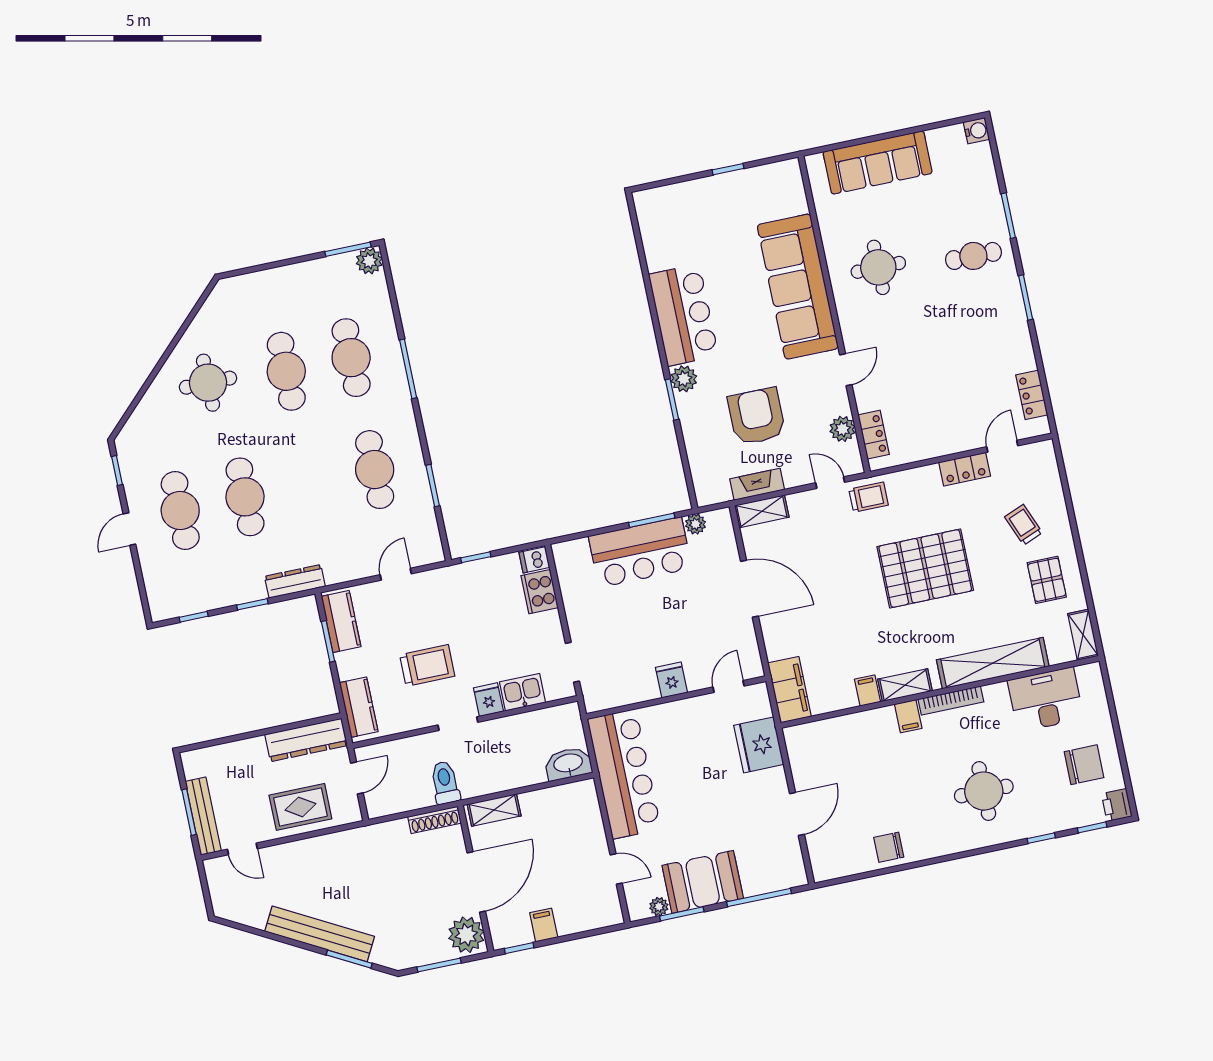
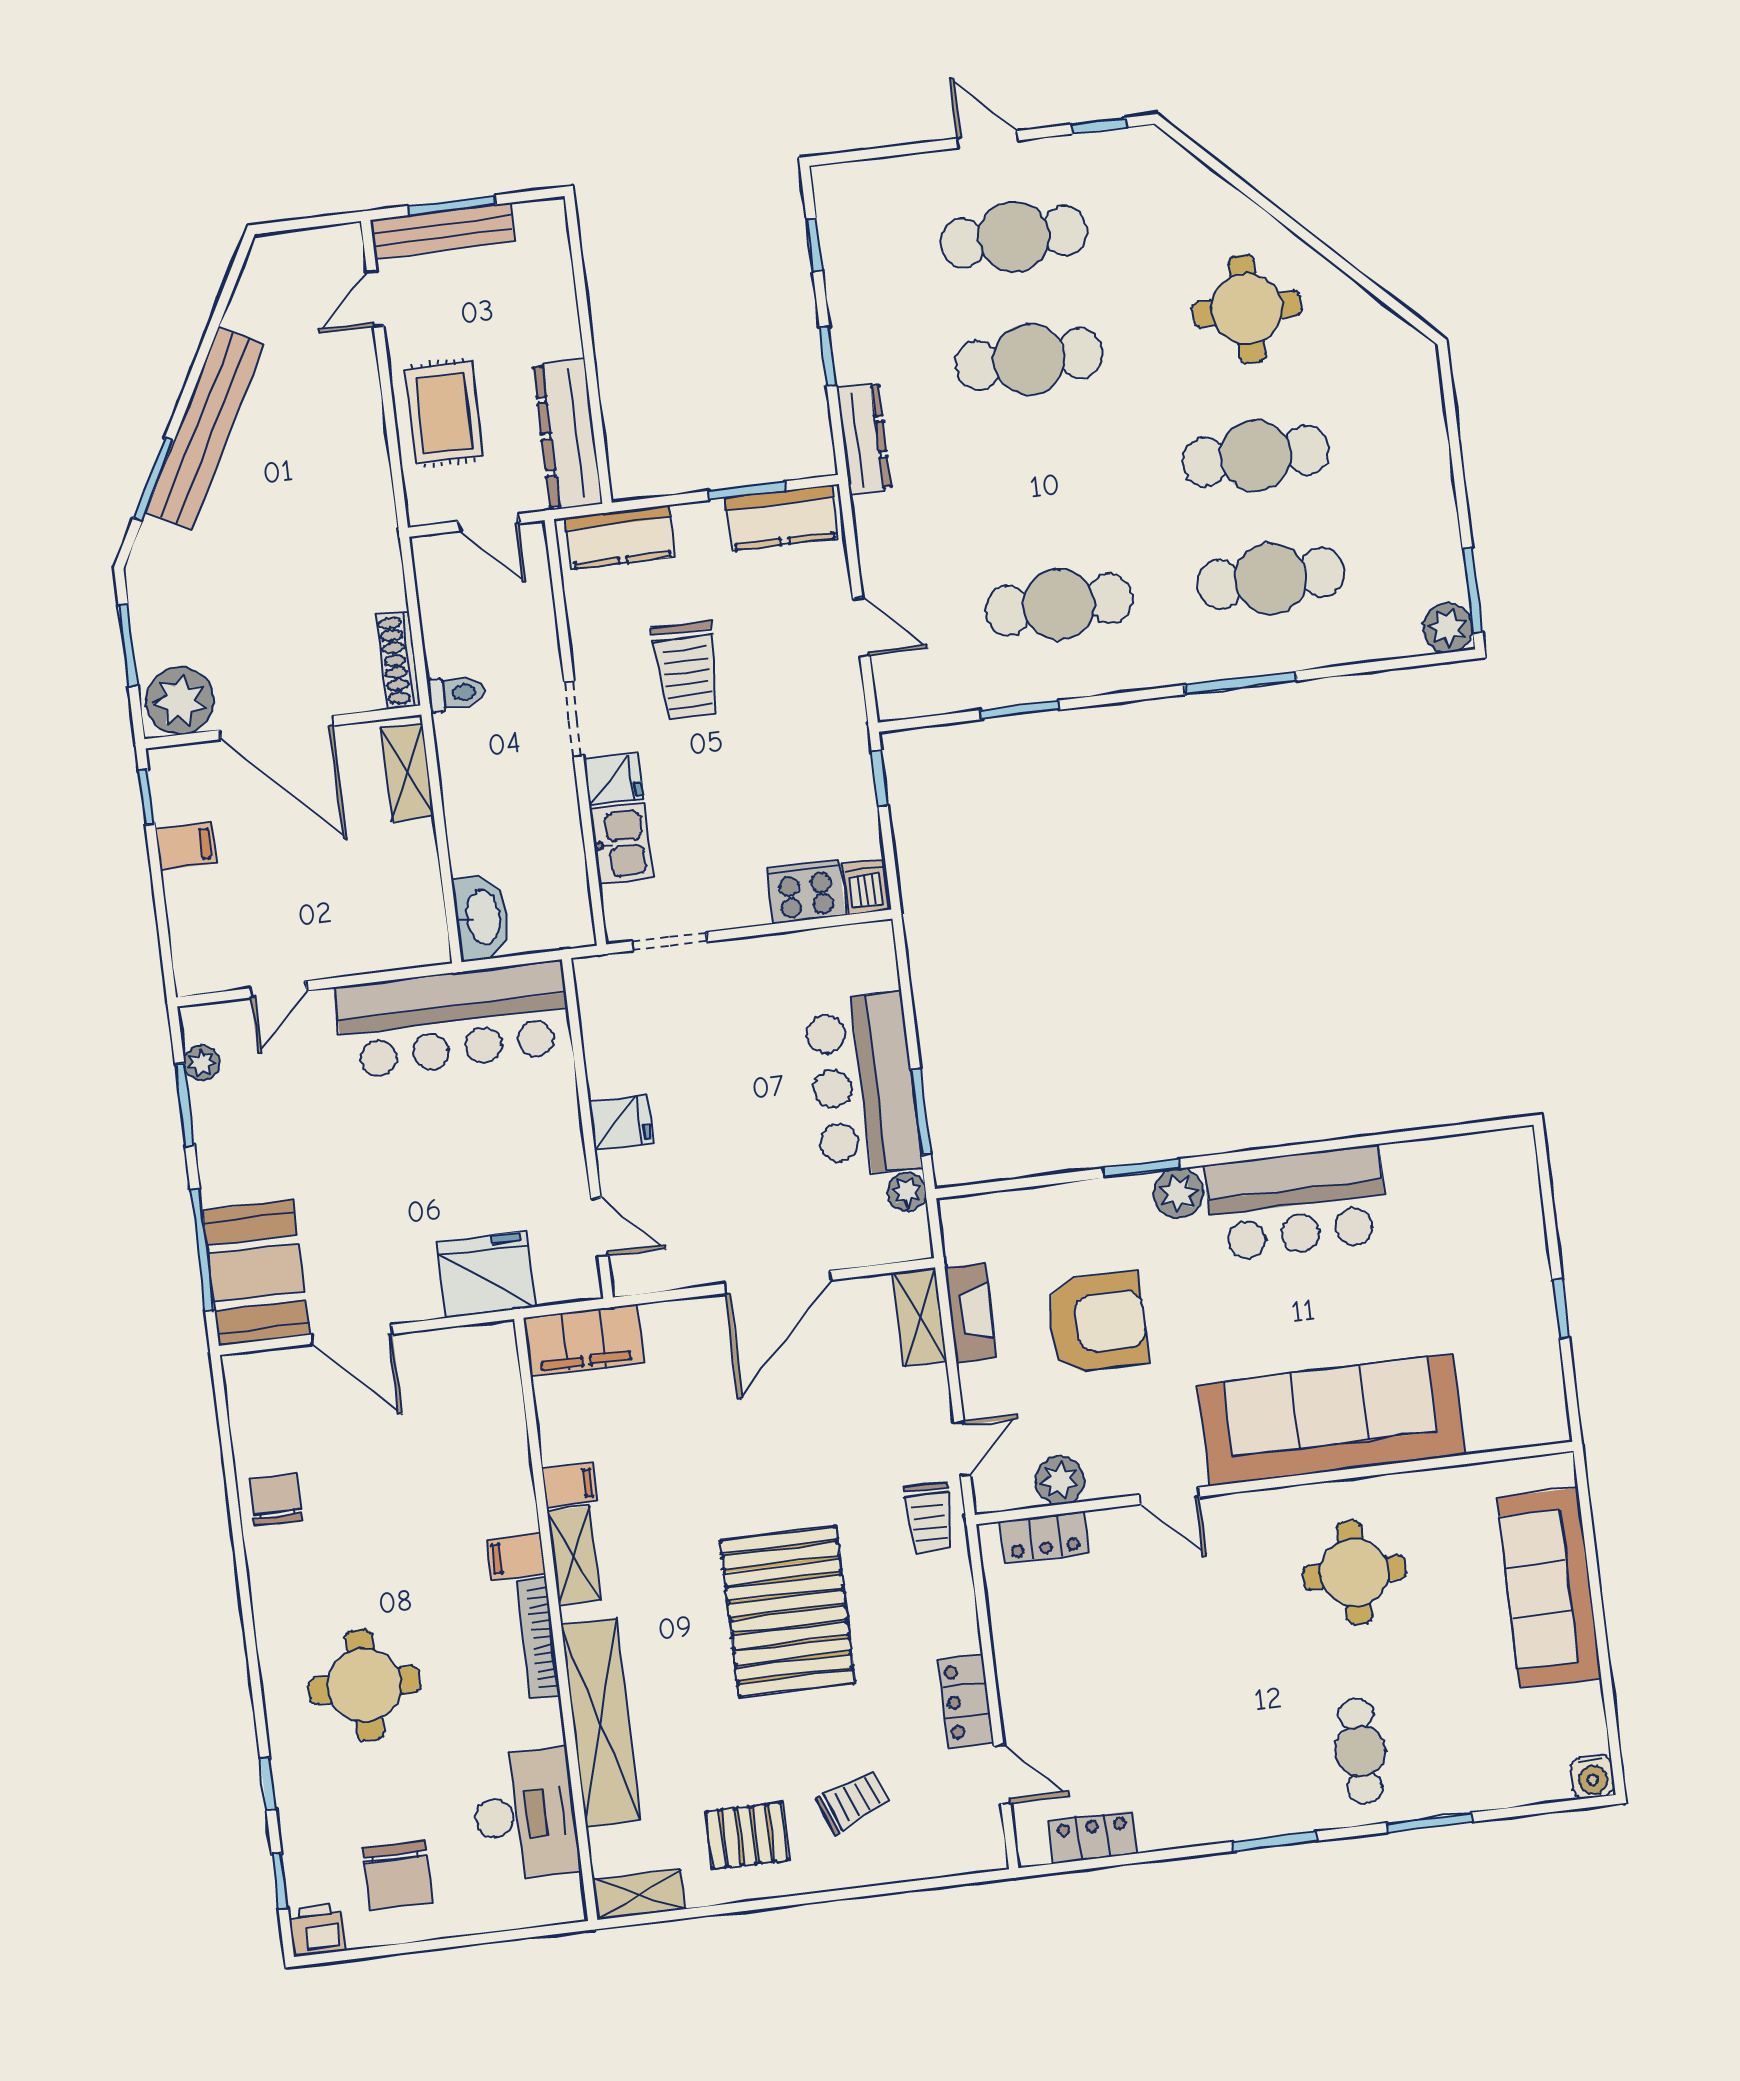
toilet: (445, 783) -> (456, 693), width x0.73, depth x0.72
booth: (703, 882) -> (256, 1273), moved

